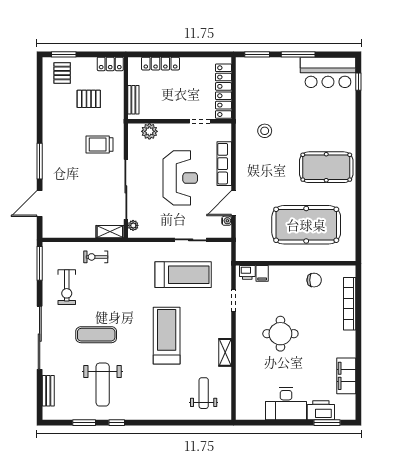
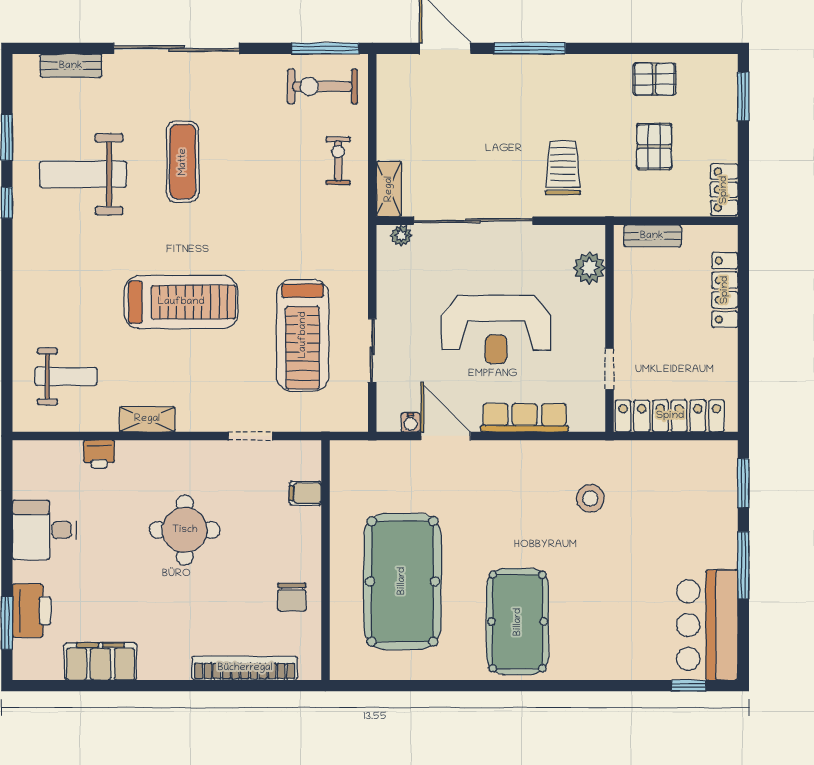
pallet: (62, 73) -> (654, 79), moved
printer: (247, 272) -> (99, 454), moved, turned -90
exercise bike: (67, 287) -> (323, 86), moved
desk: (286, 404) -> (44, 530), width x0.73

